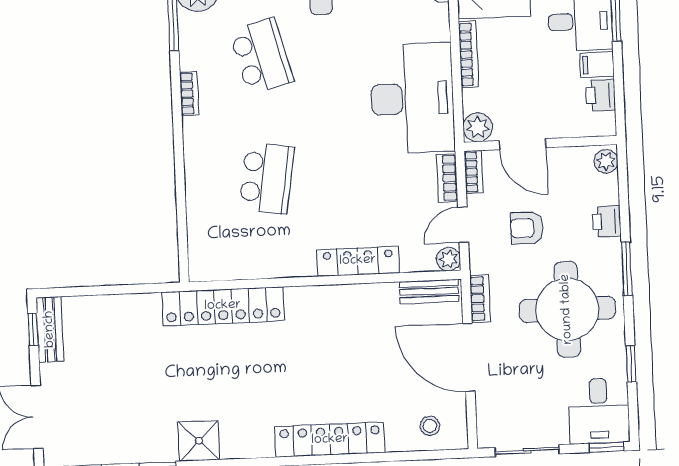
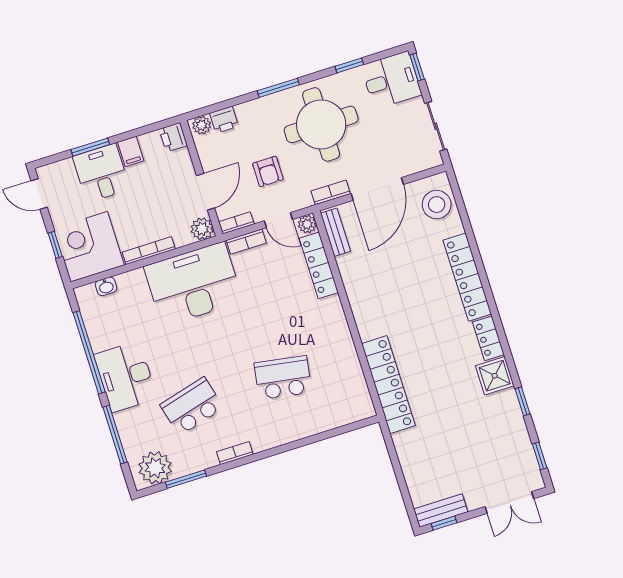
printer: (601, 95) -> (173, 137), moved, turned 90
printer: (607, 221) -> (224, 120), moved
locker: (358, 261) -> (319, 265), moved
stool: (430, 426) -> (437, 205), width x1.89, depth x1.89
locker: (247, 445) -> (488, 338), added

